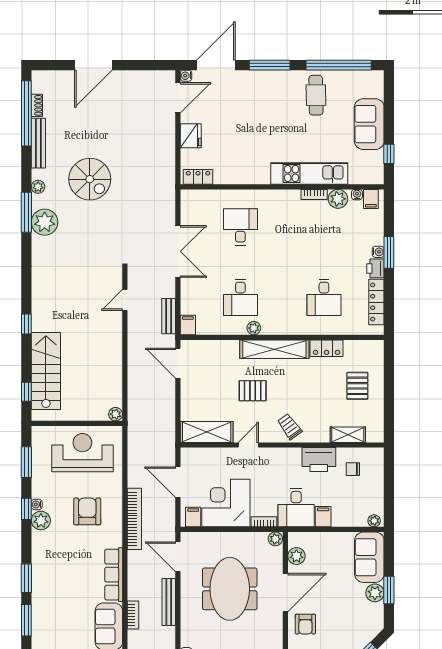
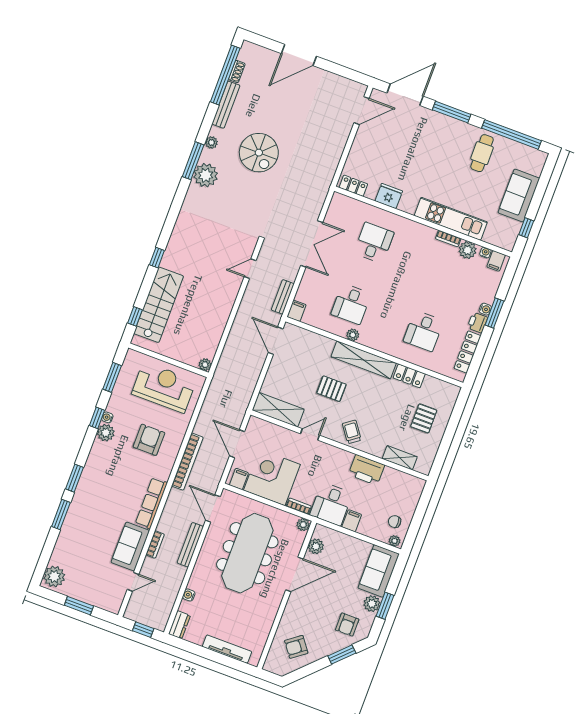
water cooler: (186, 76) -> (376, 94), removed
fridge: (191, 136) -> (389, 196), moved, turned -90
chair: (353, 469) -> (395, 522), moved
meeting table: (230, 589) -> (247, 553), width x1.36
armchair: (305, 624) -> (347, 625), moved

